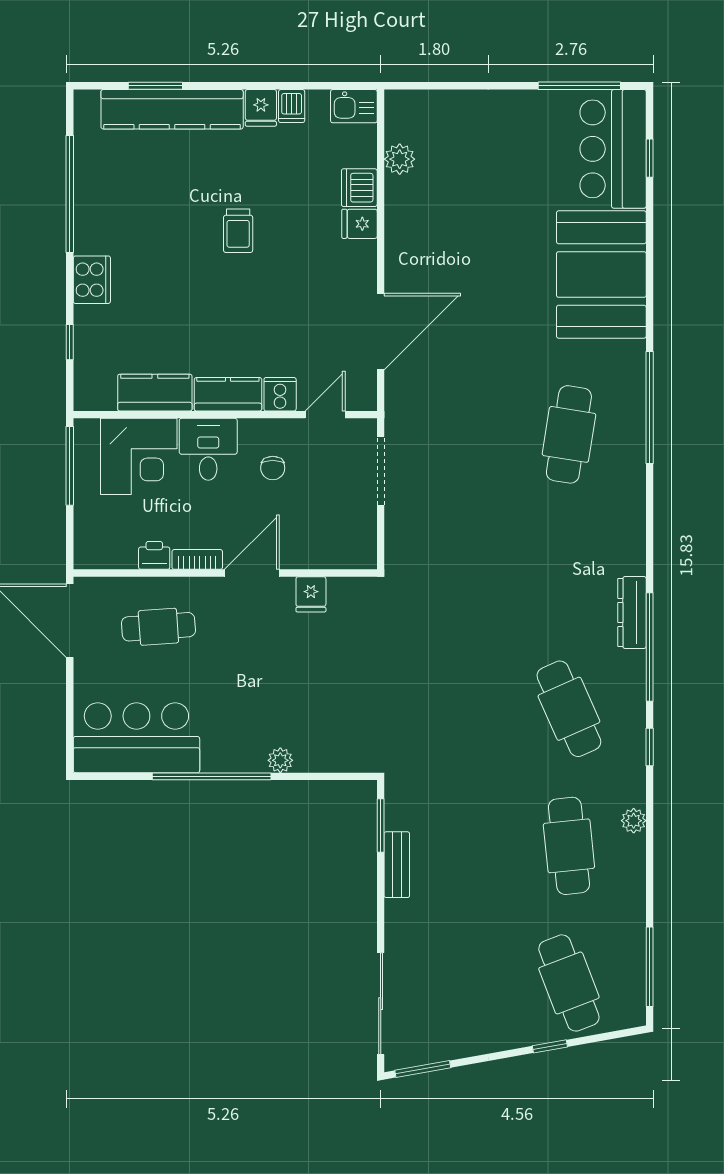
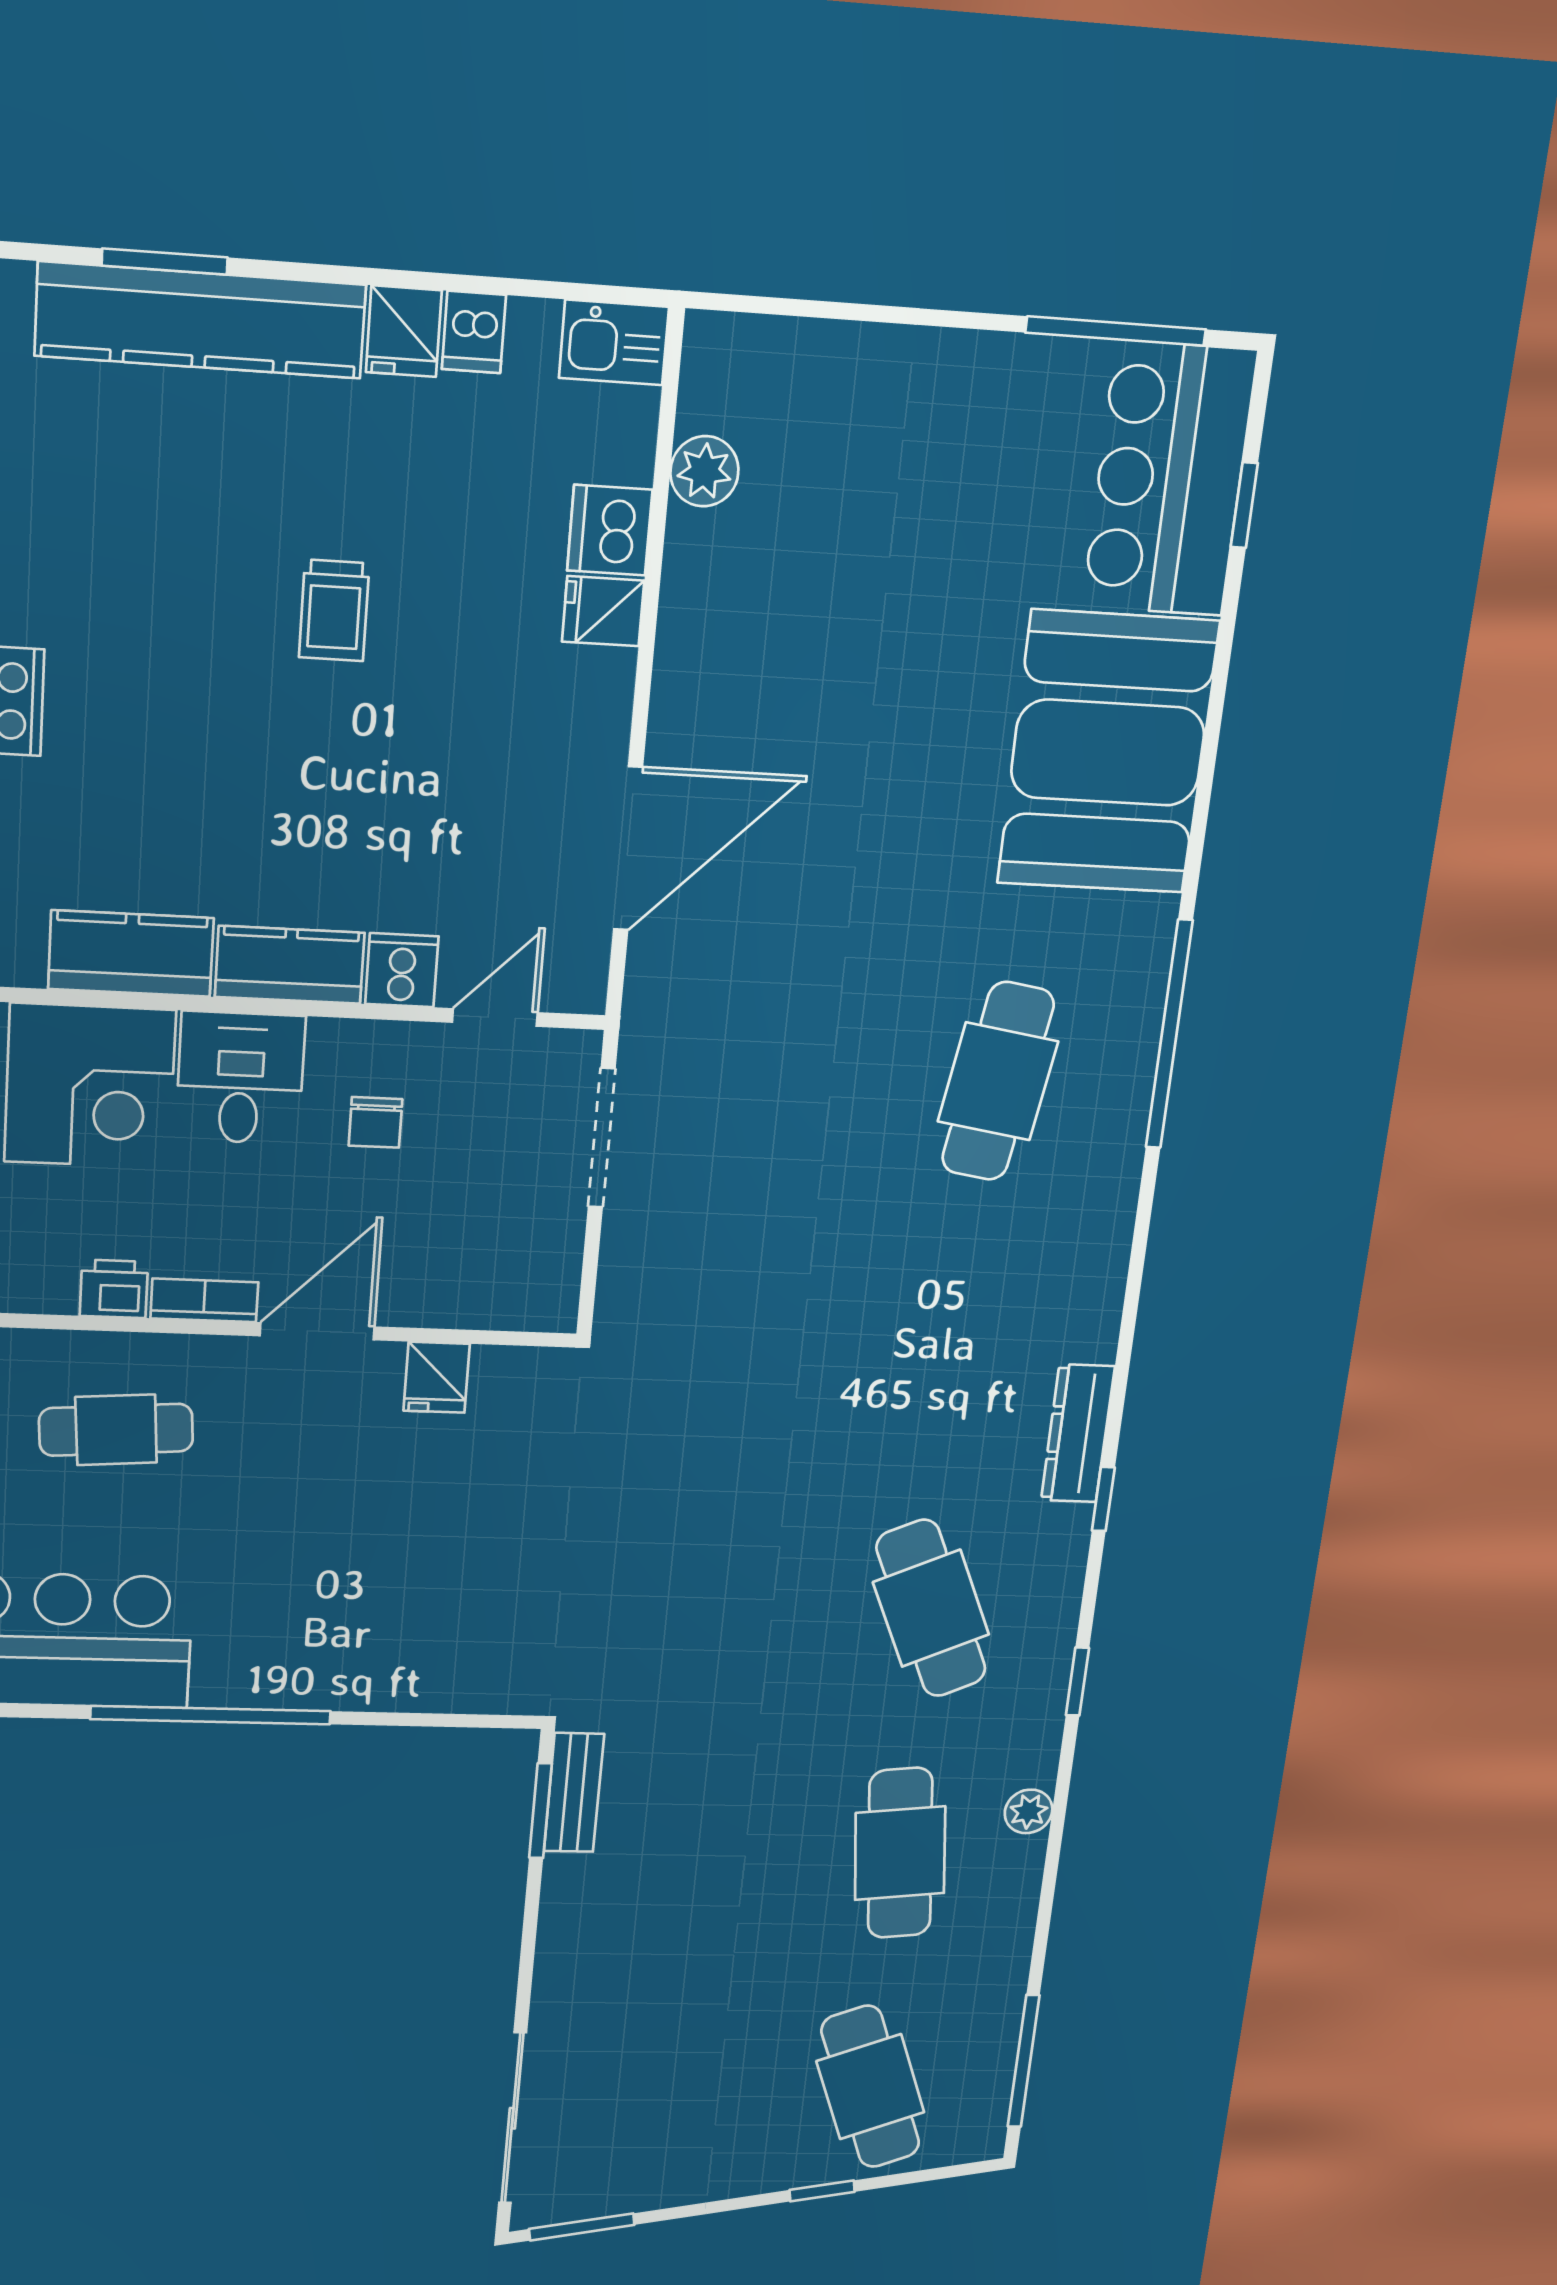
window: (650, 647) -> (1103, 1499), width x0.32
plant: (280, 760) -> (351, 1689), removed
bench: (397, 865) -> (574, 1793), moved

